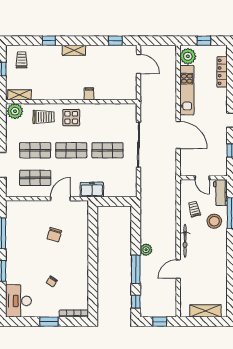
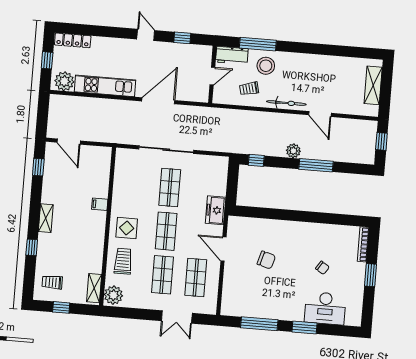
door: (138, 64) -> (69, 142), swing flipped
locker: (222, 72) -> (73, 40), moved
desk: (19, 301) -> (325, 308), moved
window: (136, 302) -> (256, 160), moved

